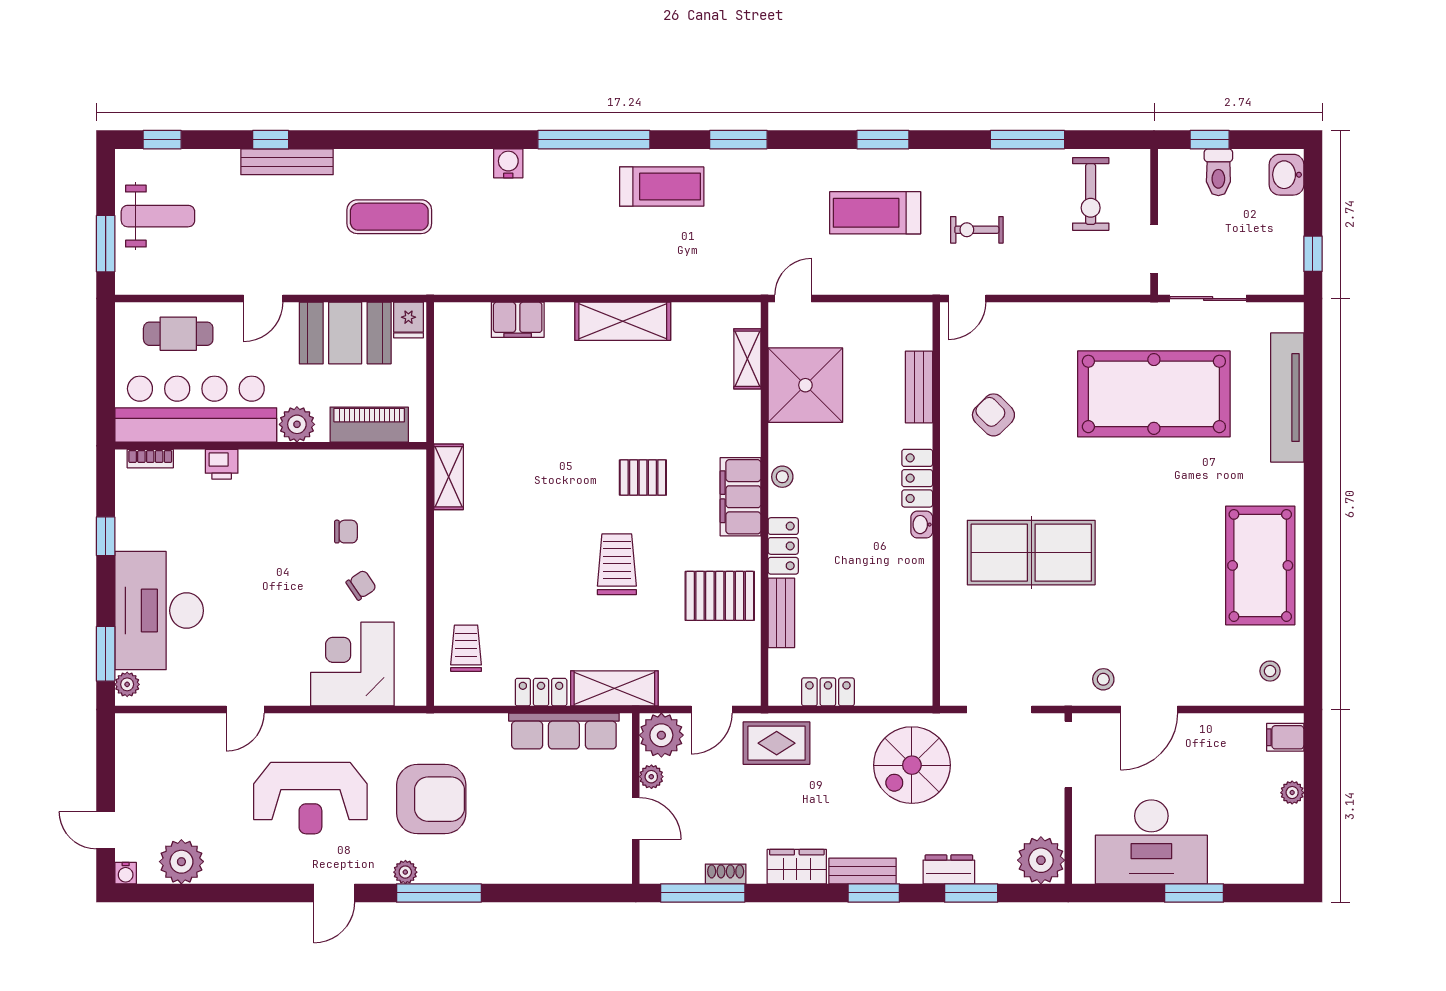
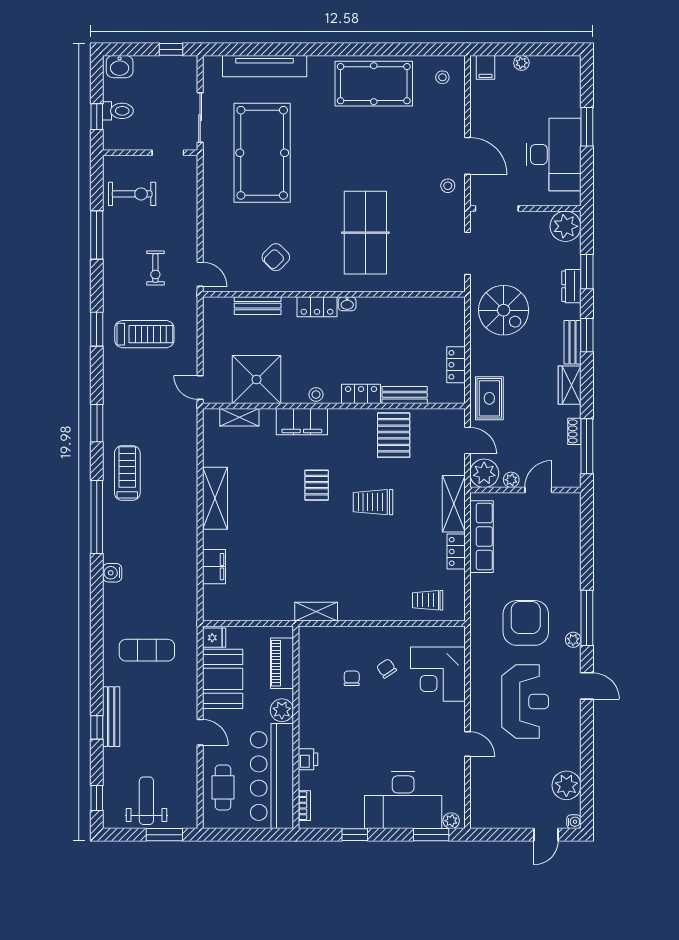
treadmill: (875, 213) -> (144, 334), turned -90
exercise mat: (389, 217) -> (147, 650), turned 90
filing cabinet: (741, 497) -> (302, 422), moved

